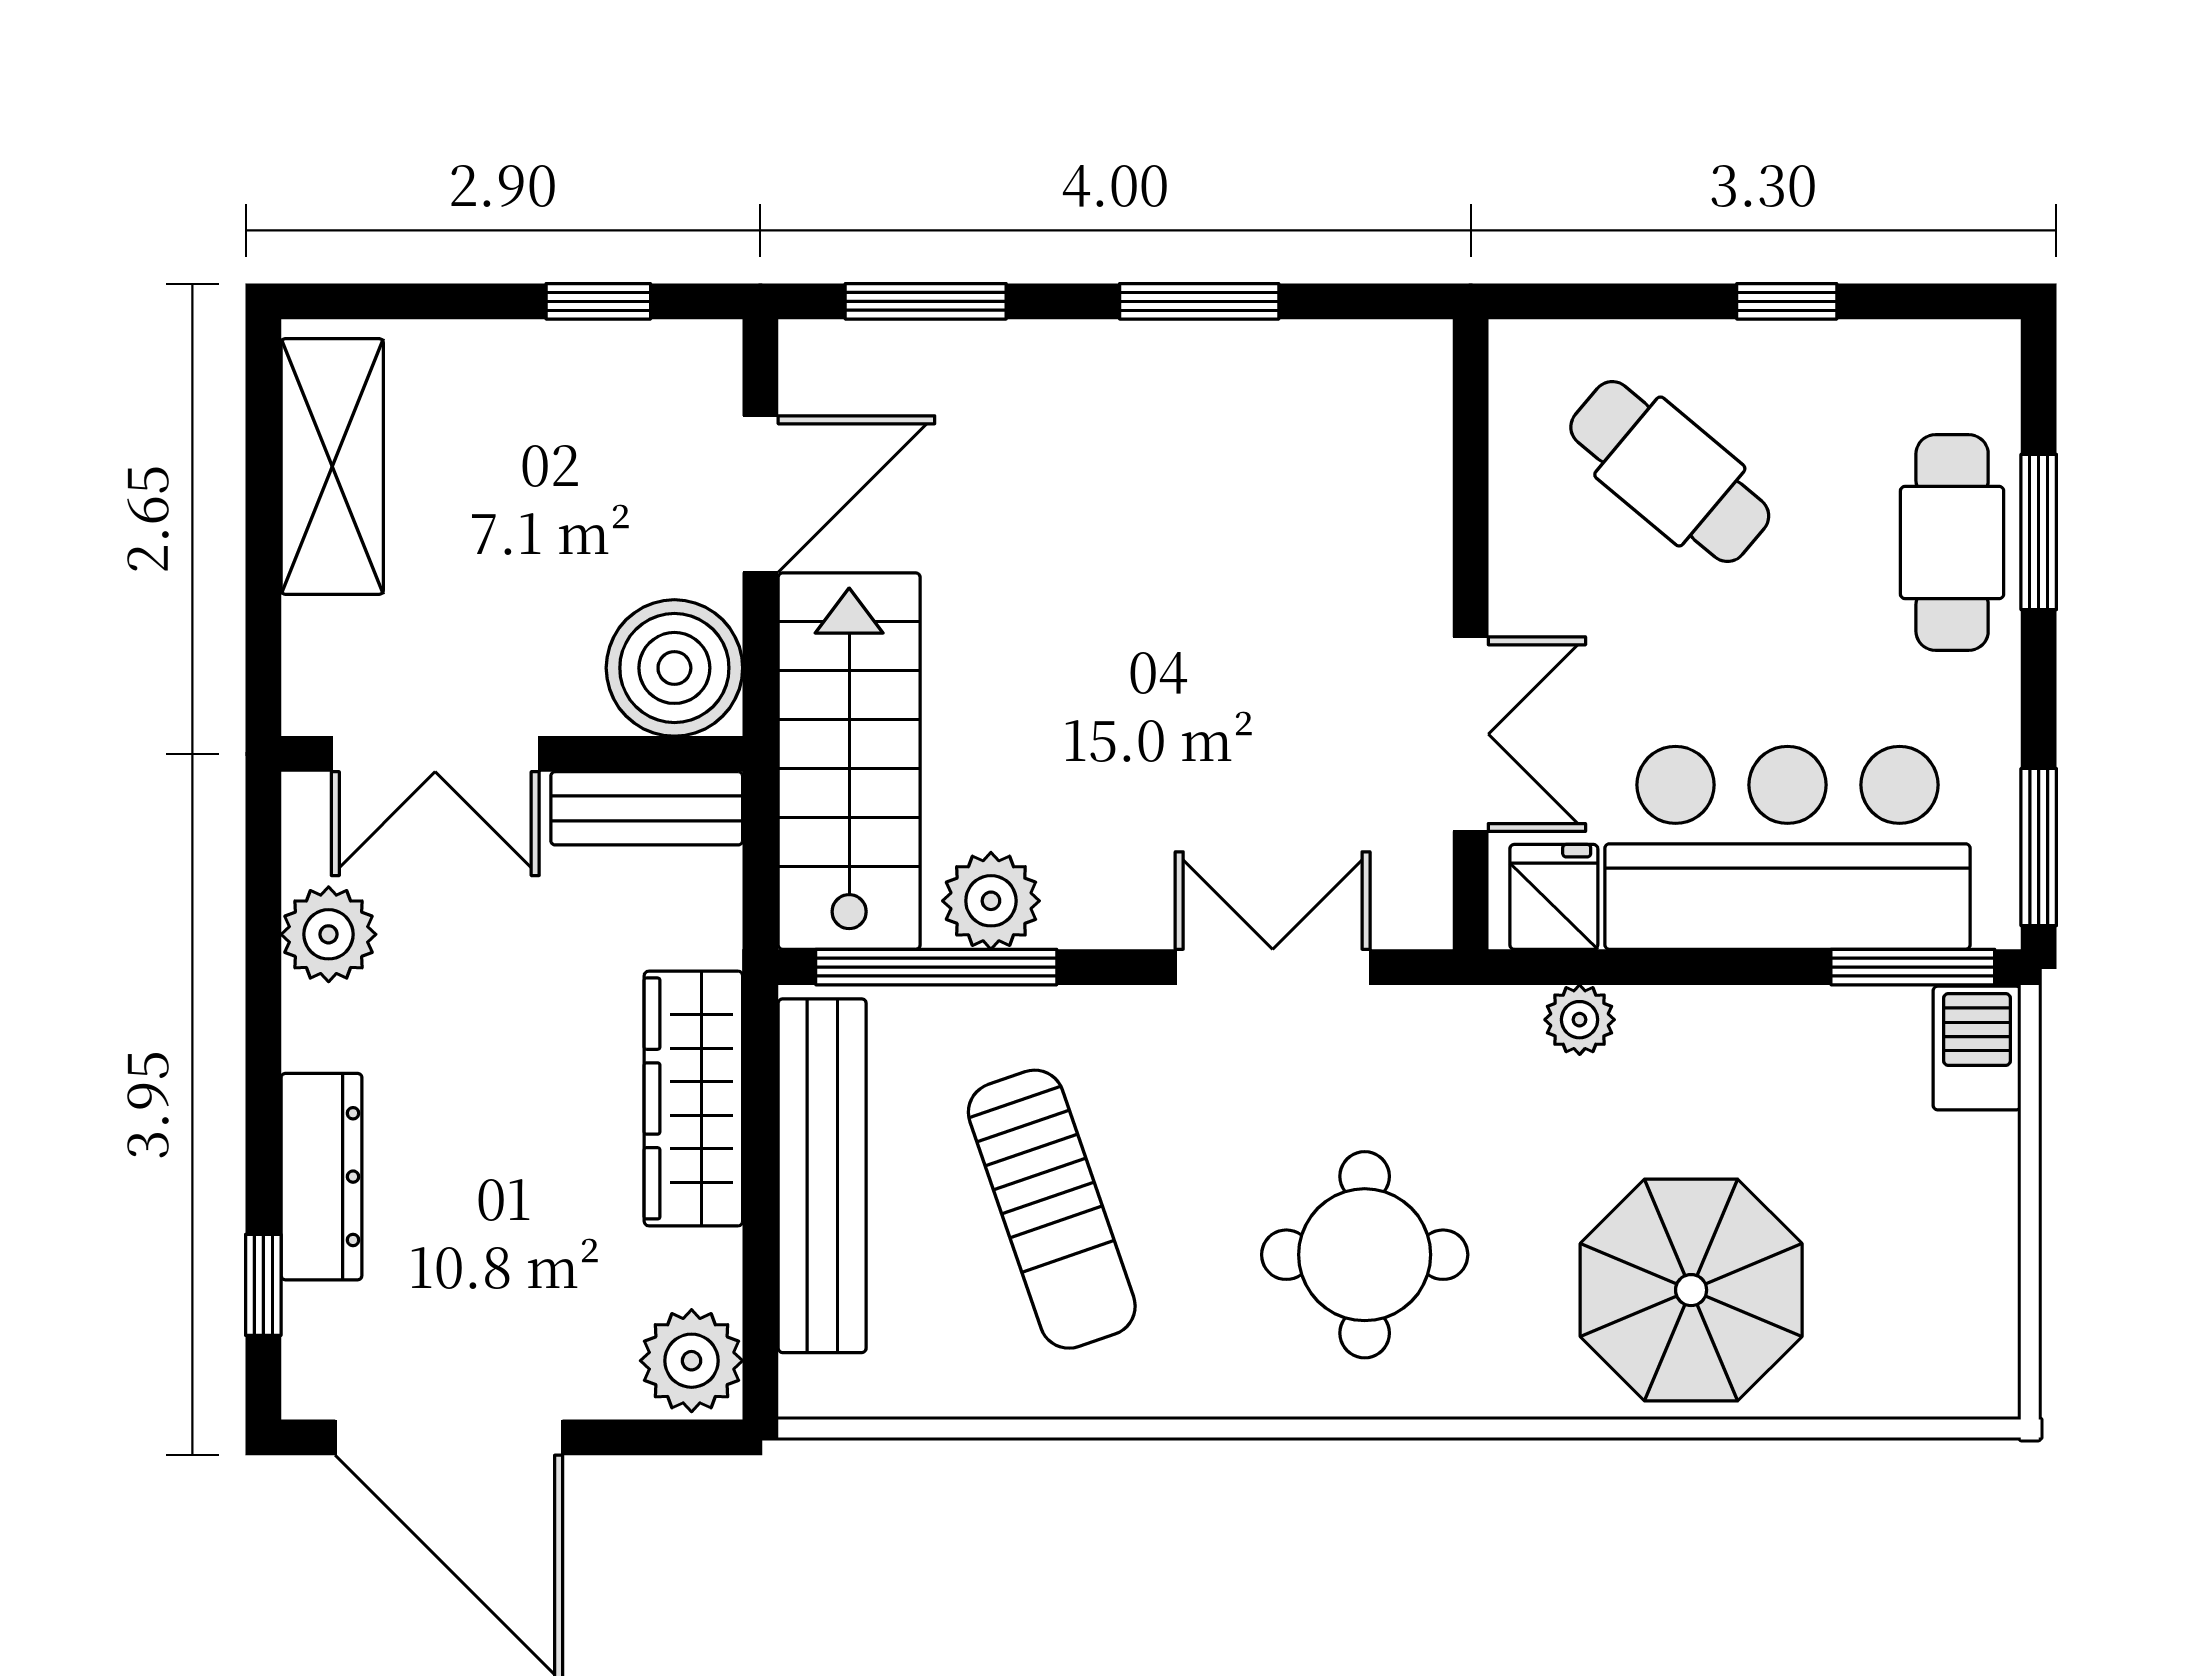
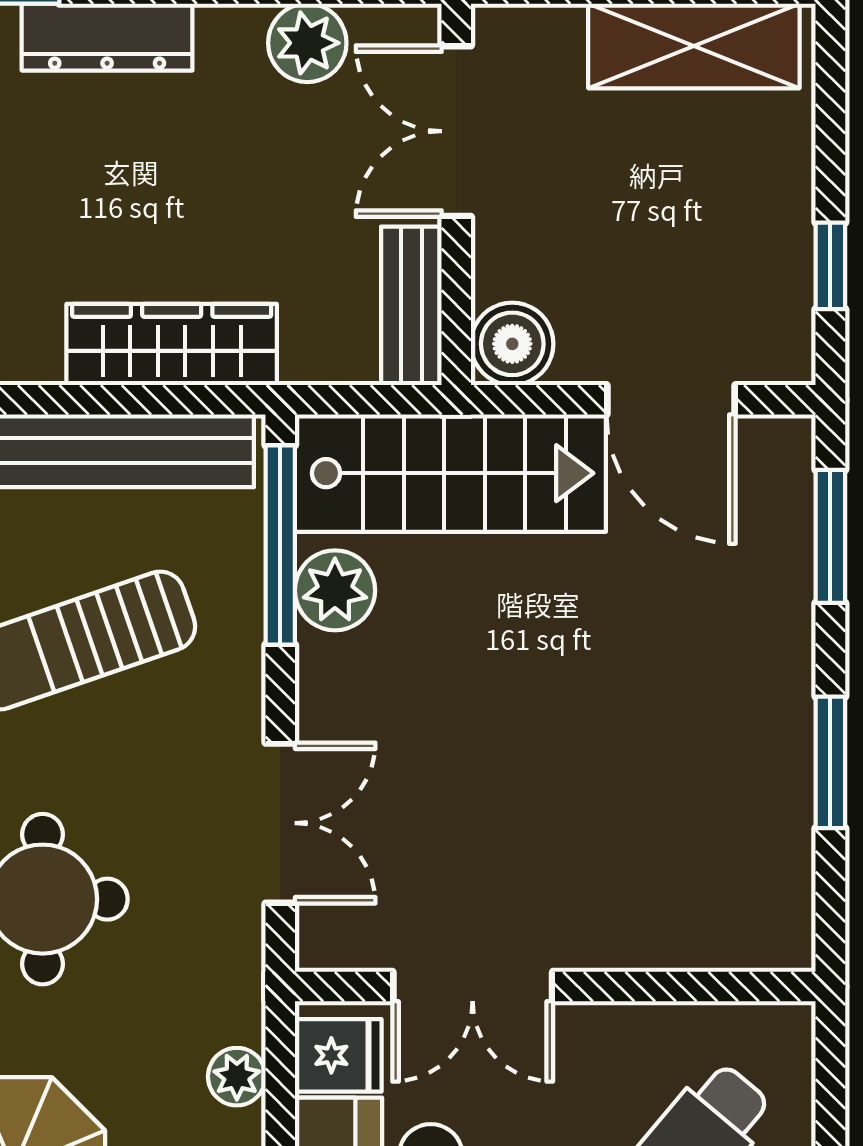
boiler: (674, 668) -> (512, 344), width x0.73, depth x0.73

